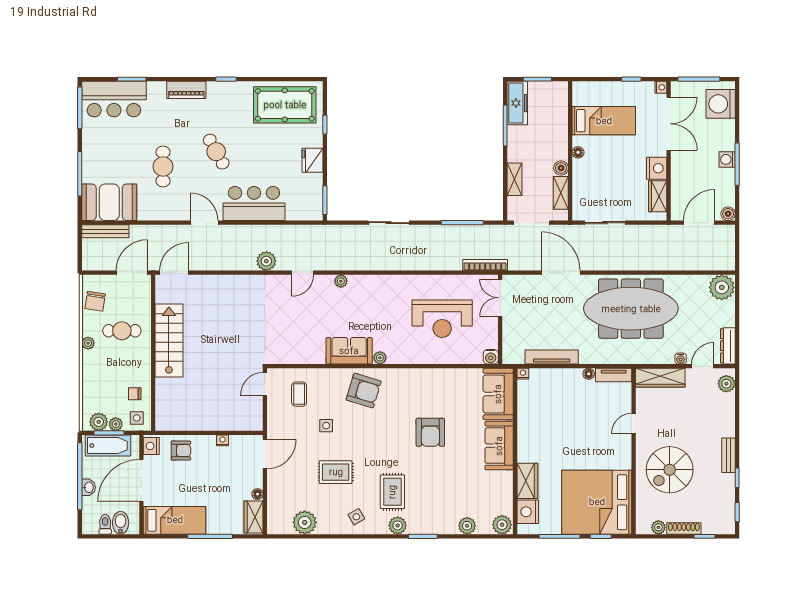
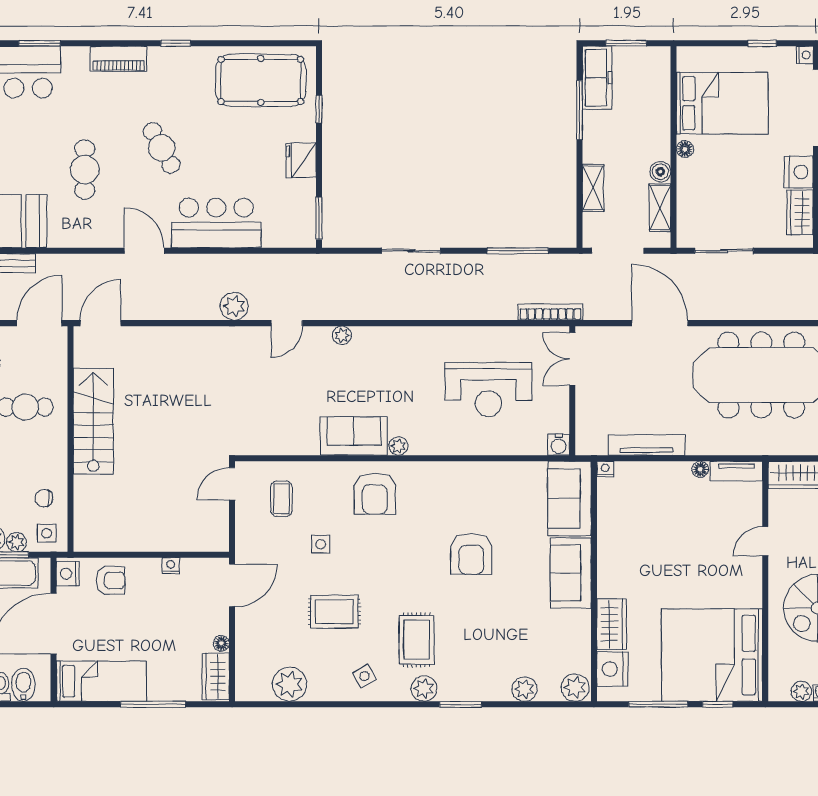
bed: (604, 121) -> (722, 103), width x1.50
armchair: (364, 391) -> (375, 494), turned 73

